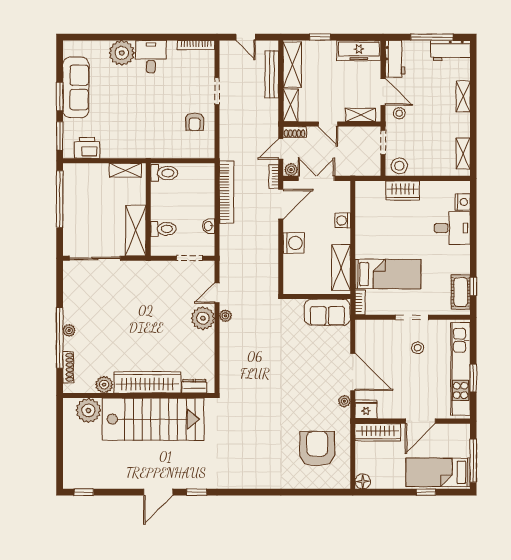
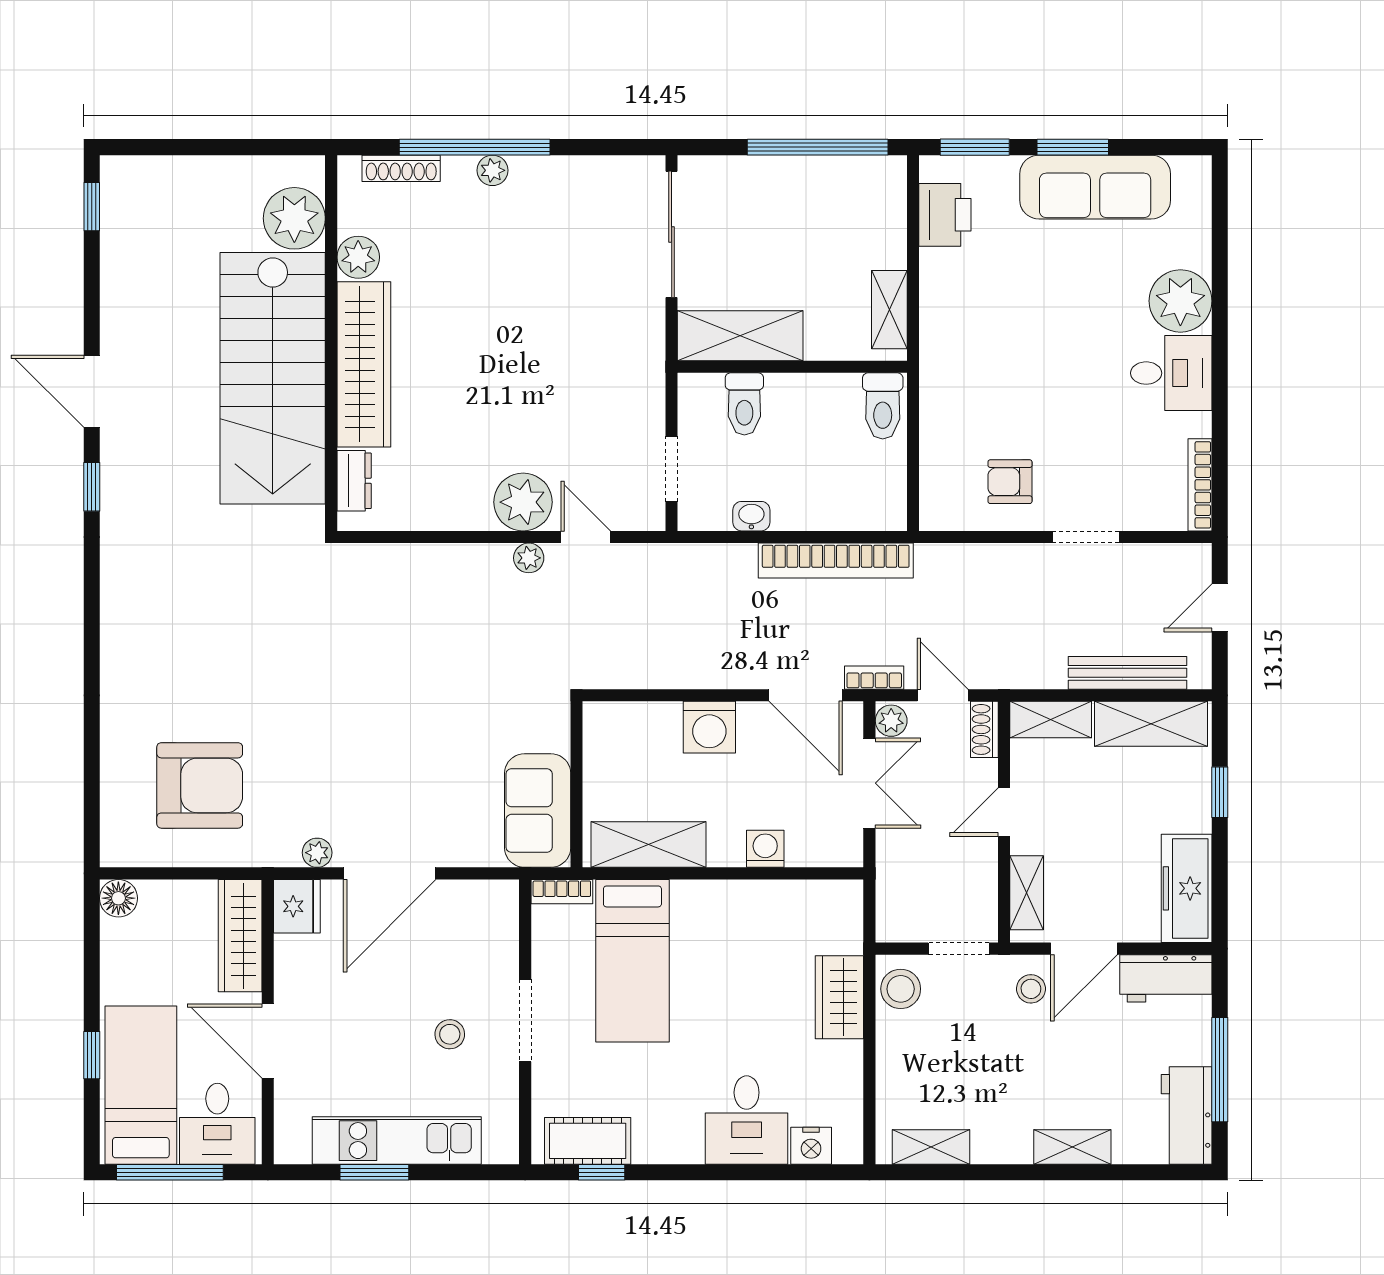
kitchen unit: (460, 369) -> (397, 1141), width x0.73
desk: (454, 442) -> (217, 1124), added

